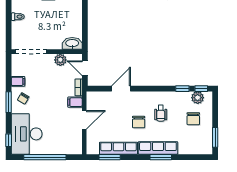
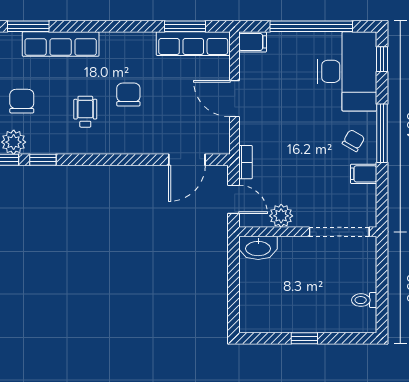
door: (121, 89) -> (187, 160), moved
window: (9, 102) -> (382, 133), width x1.44
filing cabinet: (75, 102) -> (253, 42), moved
door: (84, 120) -> (235, 99), hinge flipped
row of seats: (118, 148) -> (193, 44), moved
row of seats: (158, 148) -> (61, 44), moved
window: (161, 157) -> (28, 26), moved

